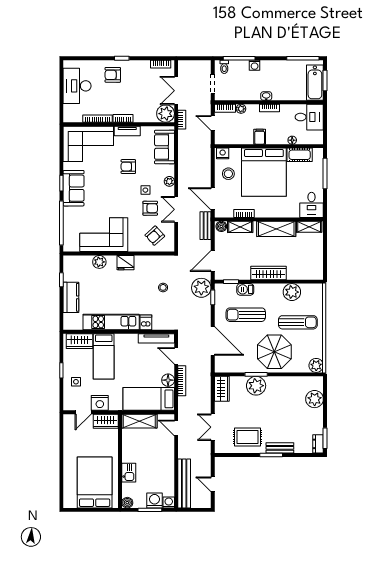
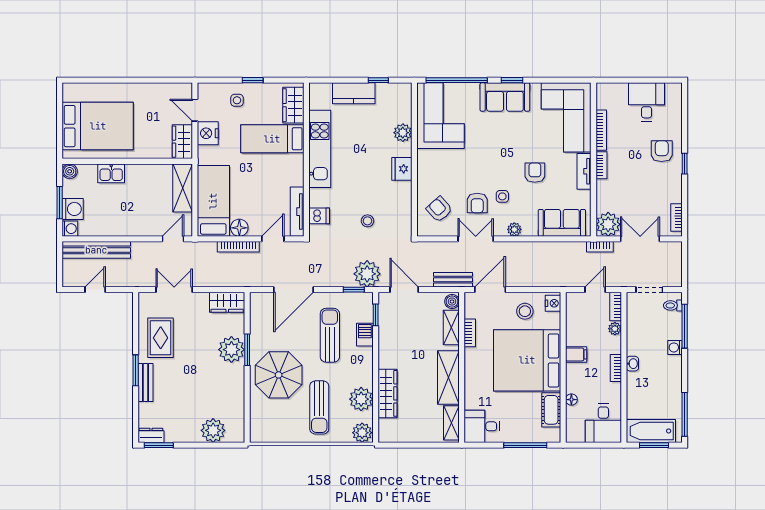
desk: (77, 86) -> (646, 102), width x0.73
corner sofa: (104, 235) -> (440, 116), moved
wardrobe: (268, 273) -> (387, 393), moved
dishwasher: (146, 322) -> (319, 216), moved
plant: (316, 365) -> (362, 433), moved

